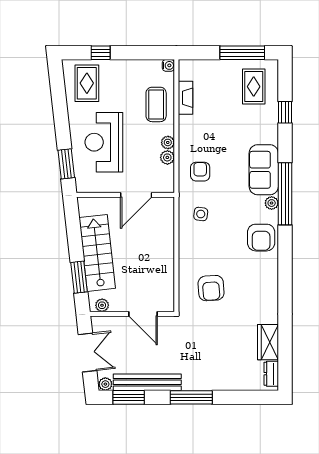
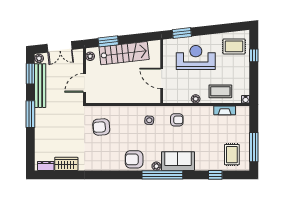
rug: (254, 87) -> (232, 155), turned 90
plant: (167, 157) -> (186, 99), removed

